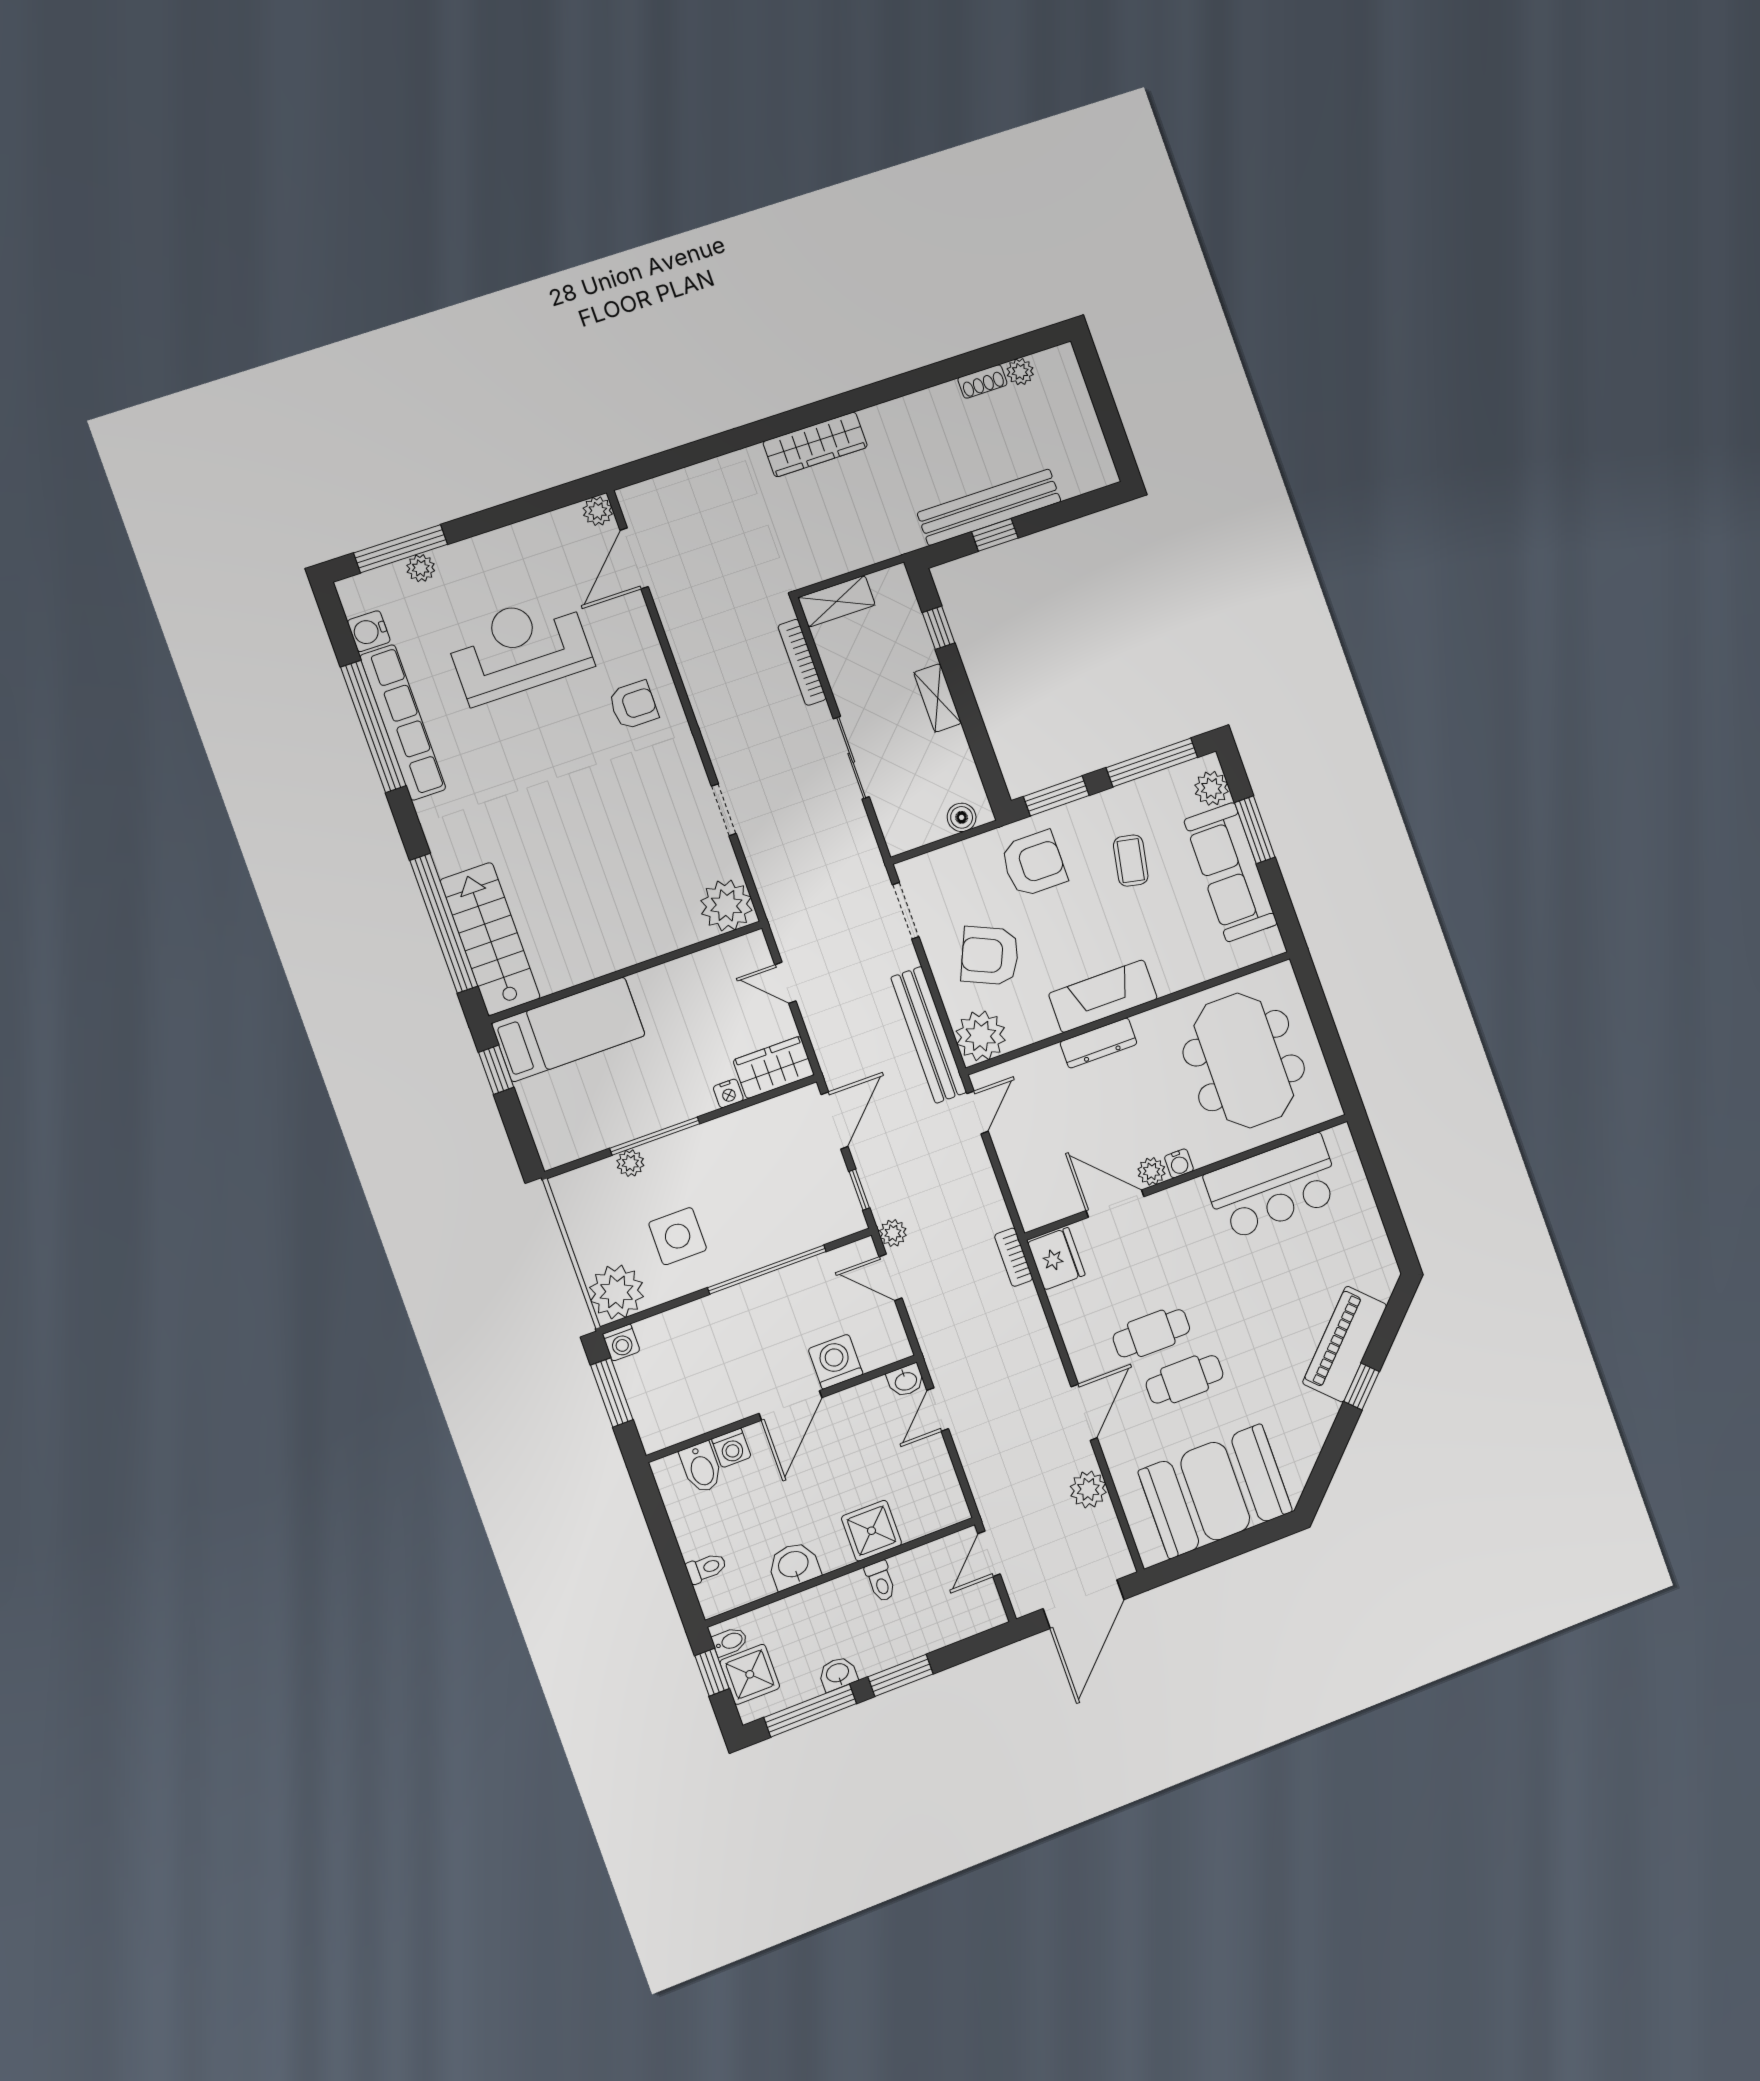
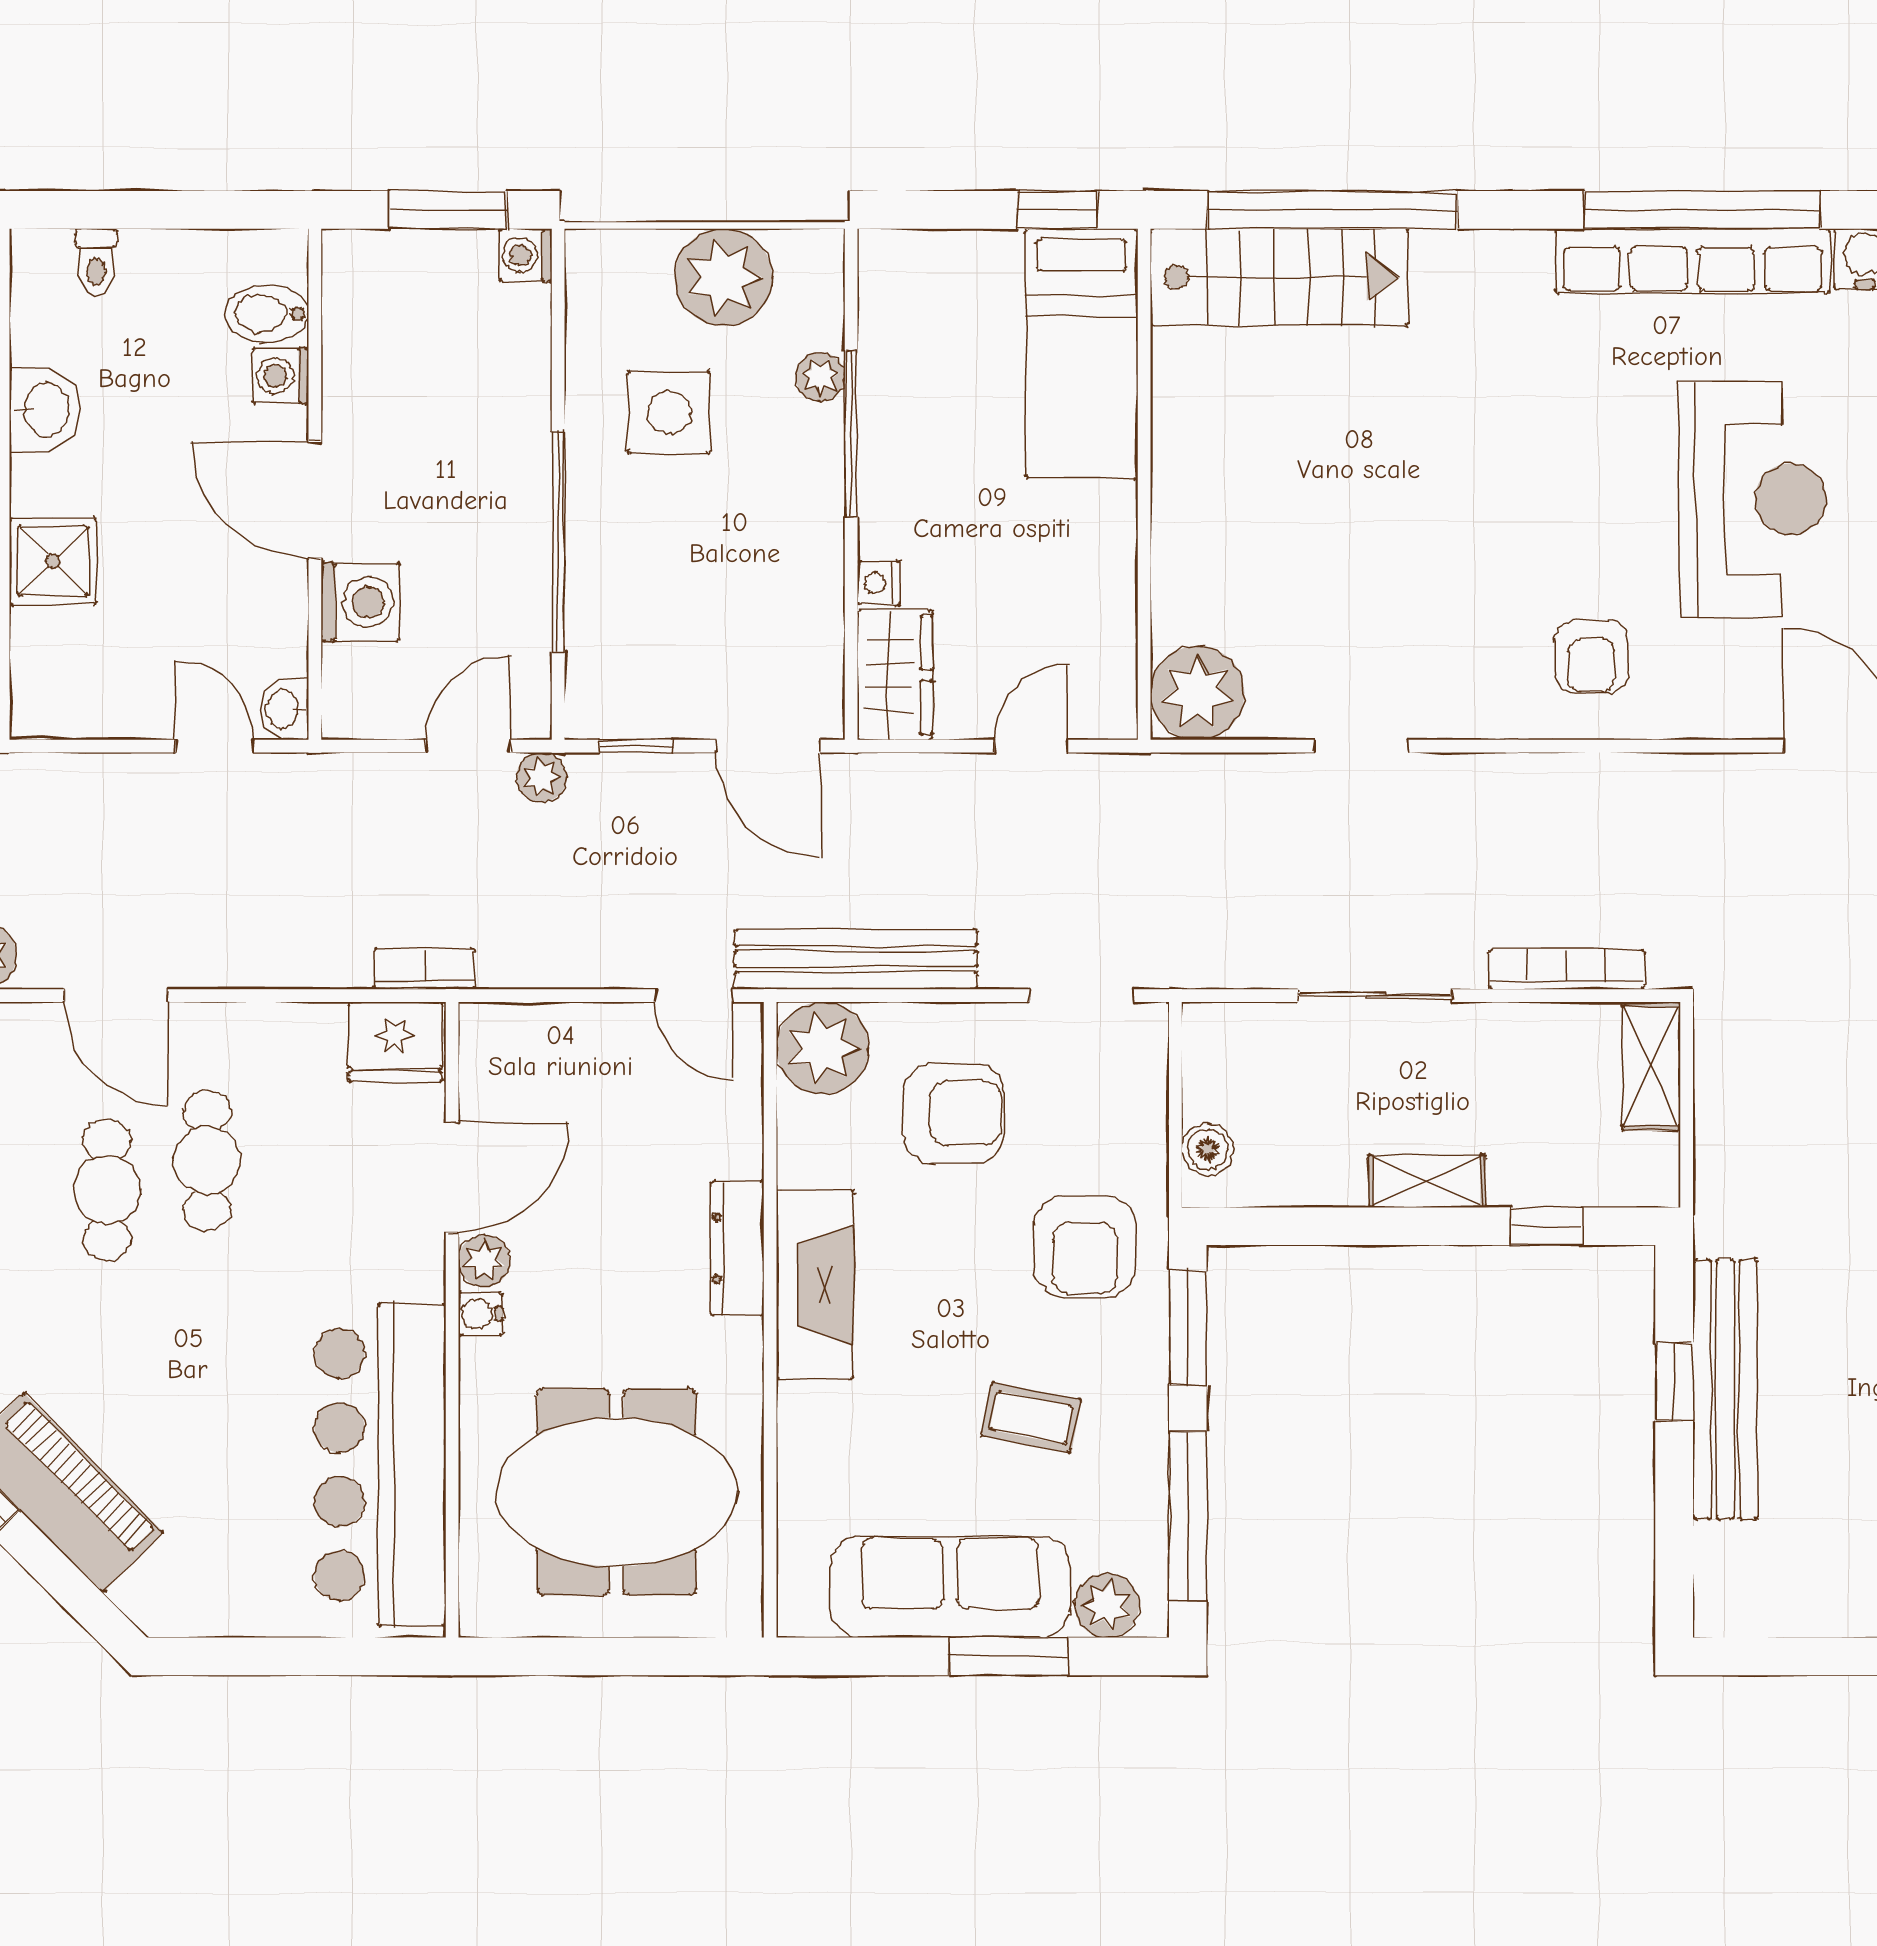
armchair: (990, 956) -> (954, 1113), turned 66
bar counter: (1273, 1187) -> (380, 1465), width x1.36
plant: (617, 1292) -> (723, 277), moved

